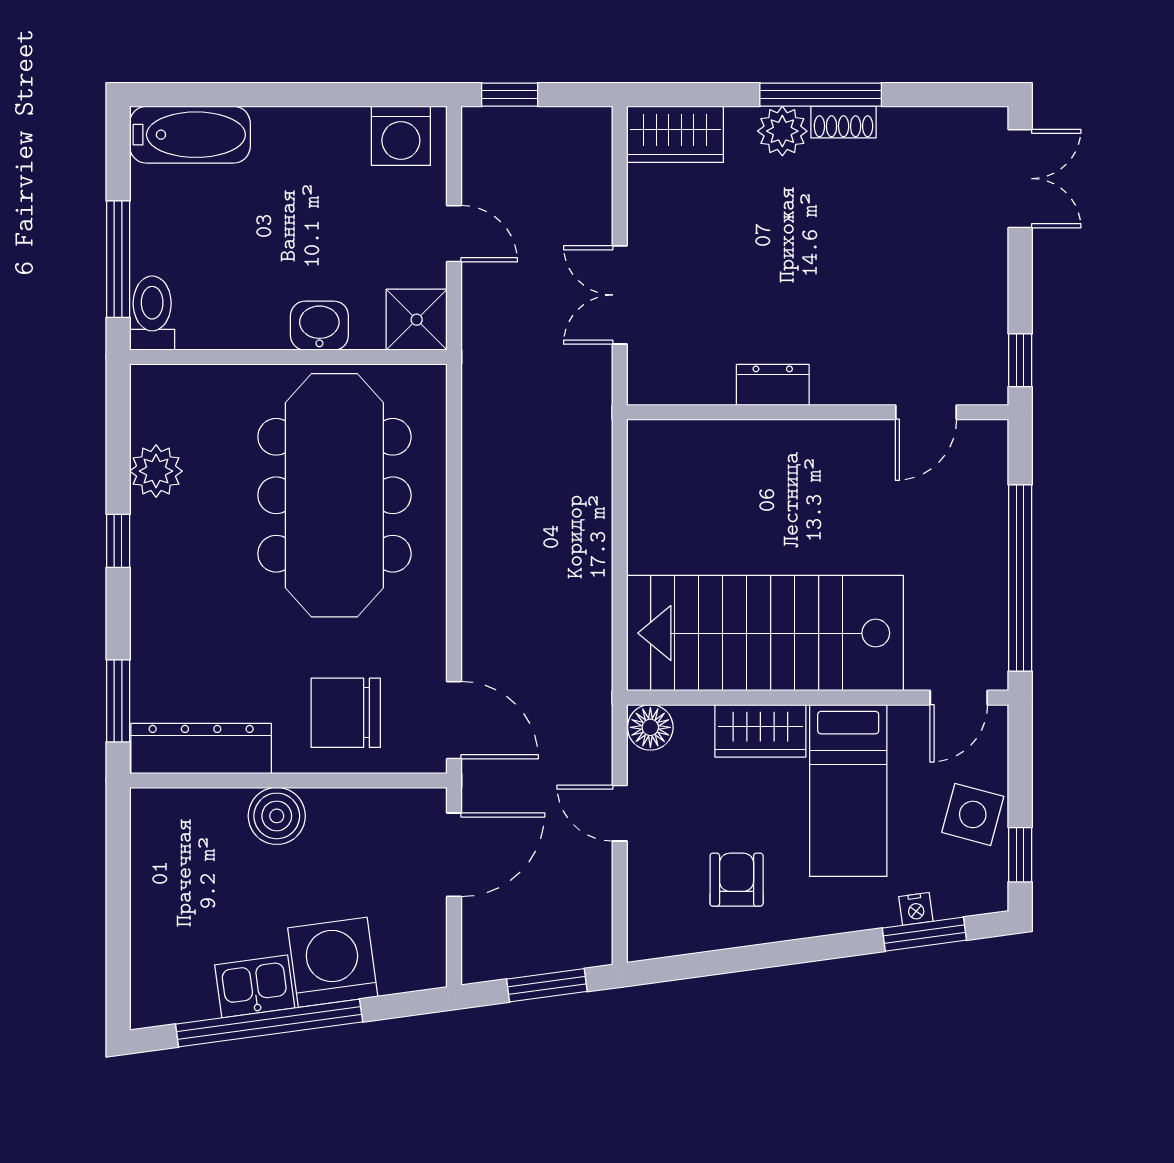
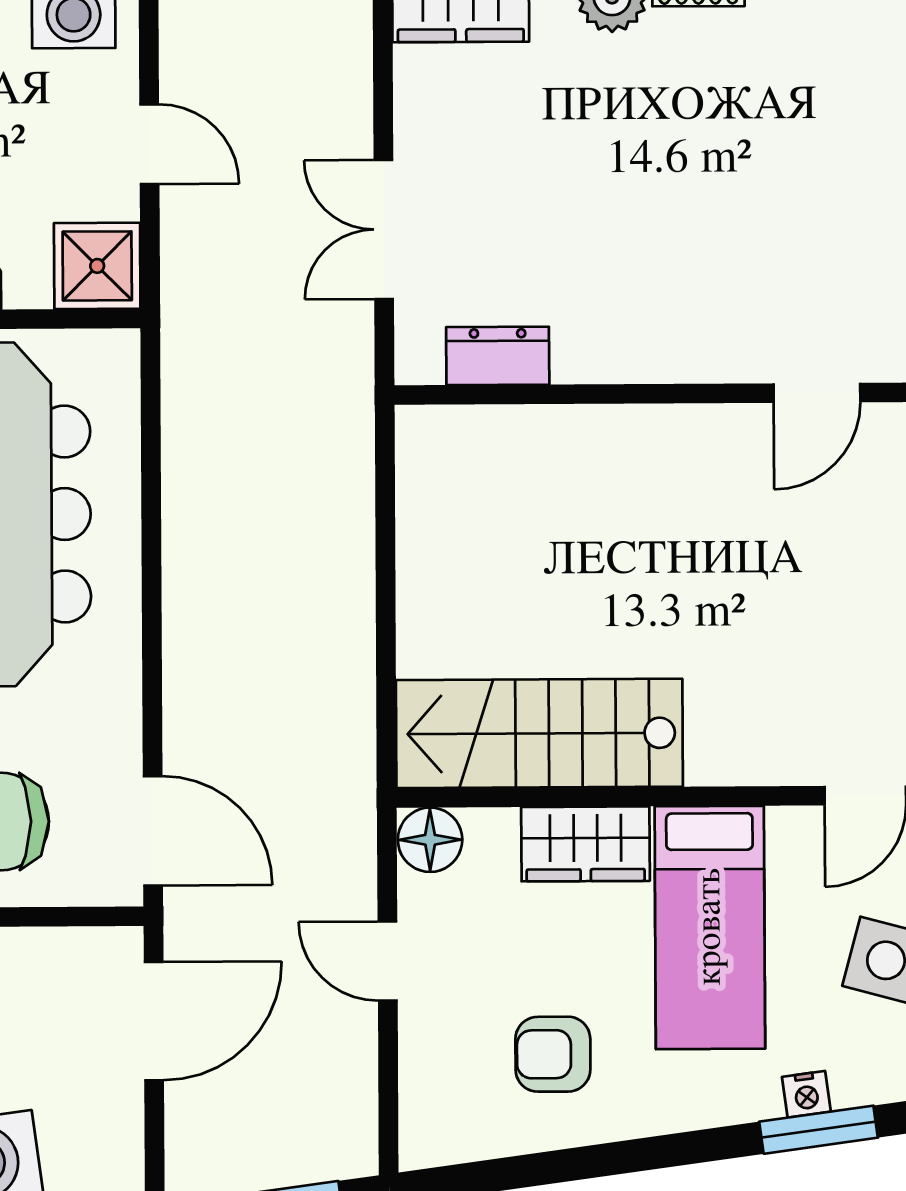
dresser: (773, 385) -> (498, 356), moved
stairs: (765, 633) -> (539, 733), width x0.73, depth x0.66
armchair: (737, 880) -> (553, 1054), turned -90

